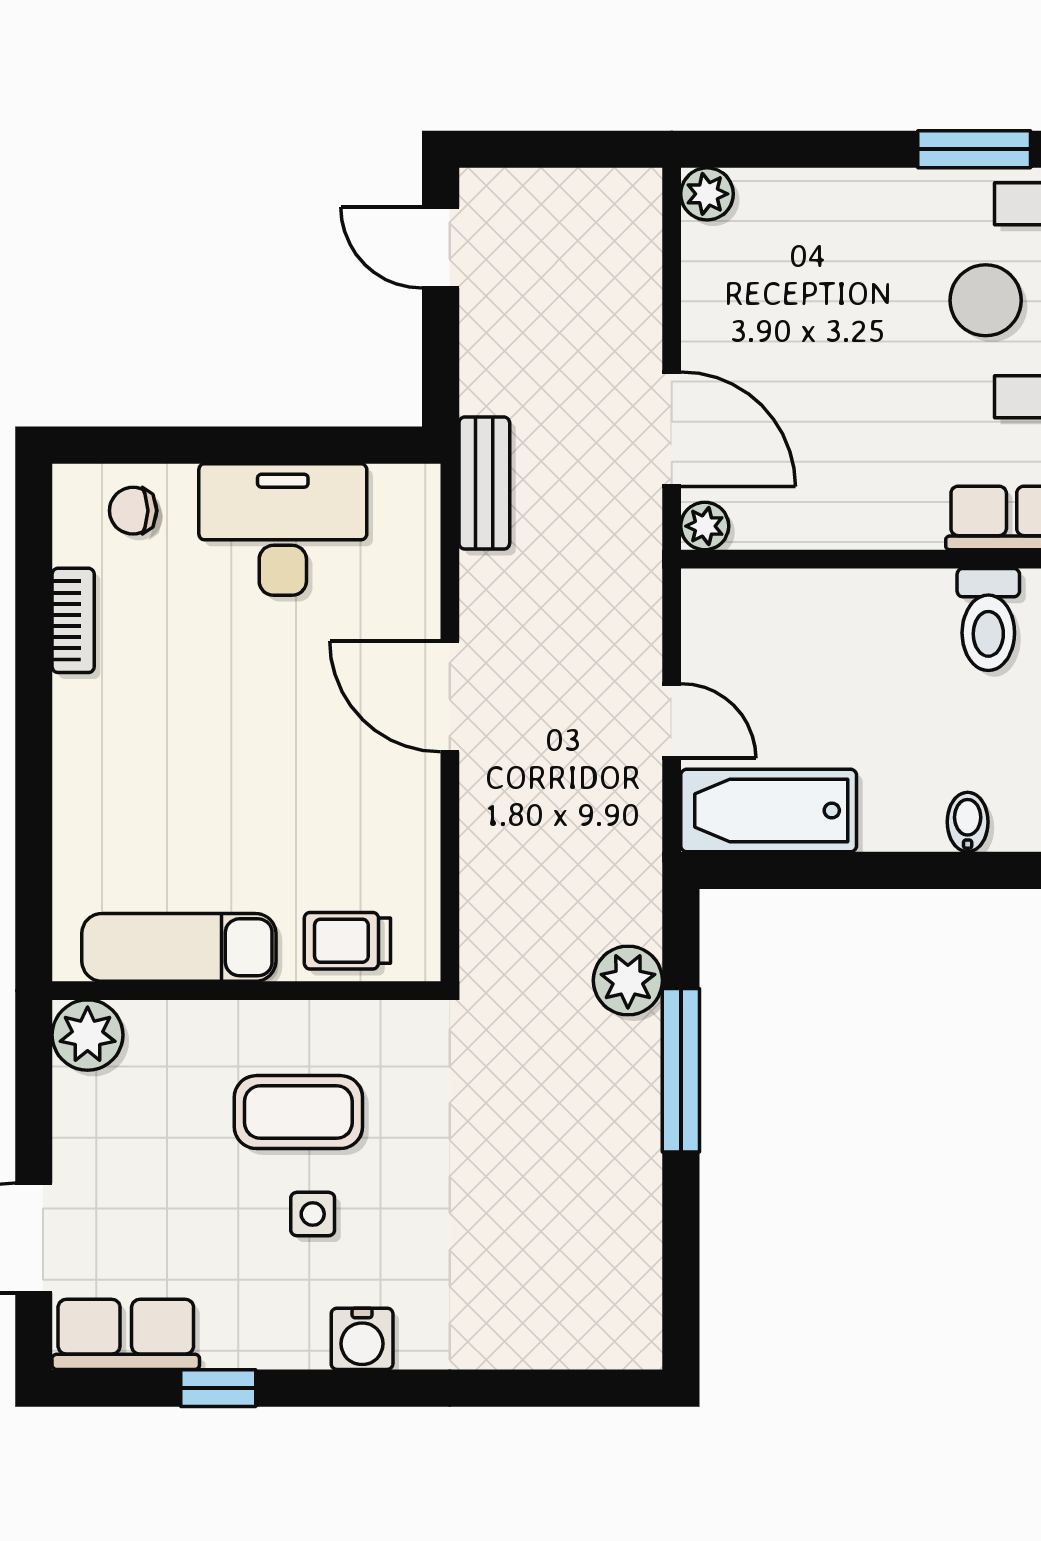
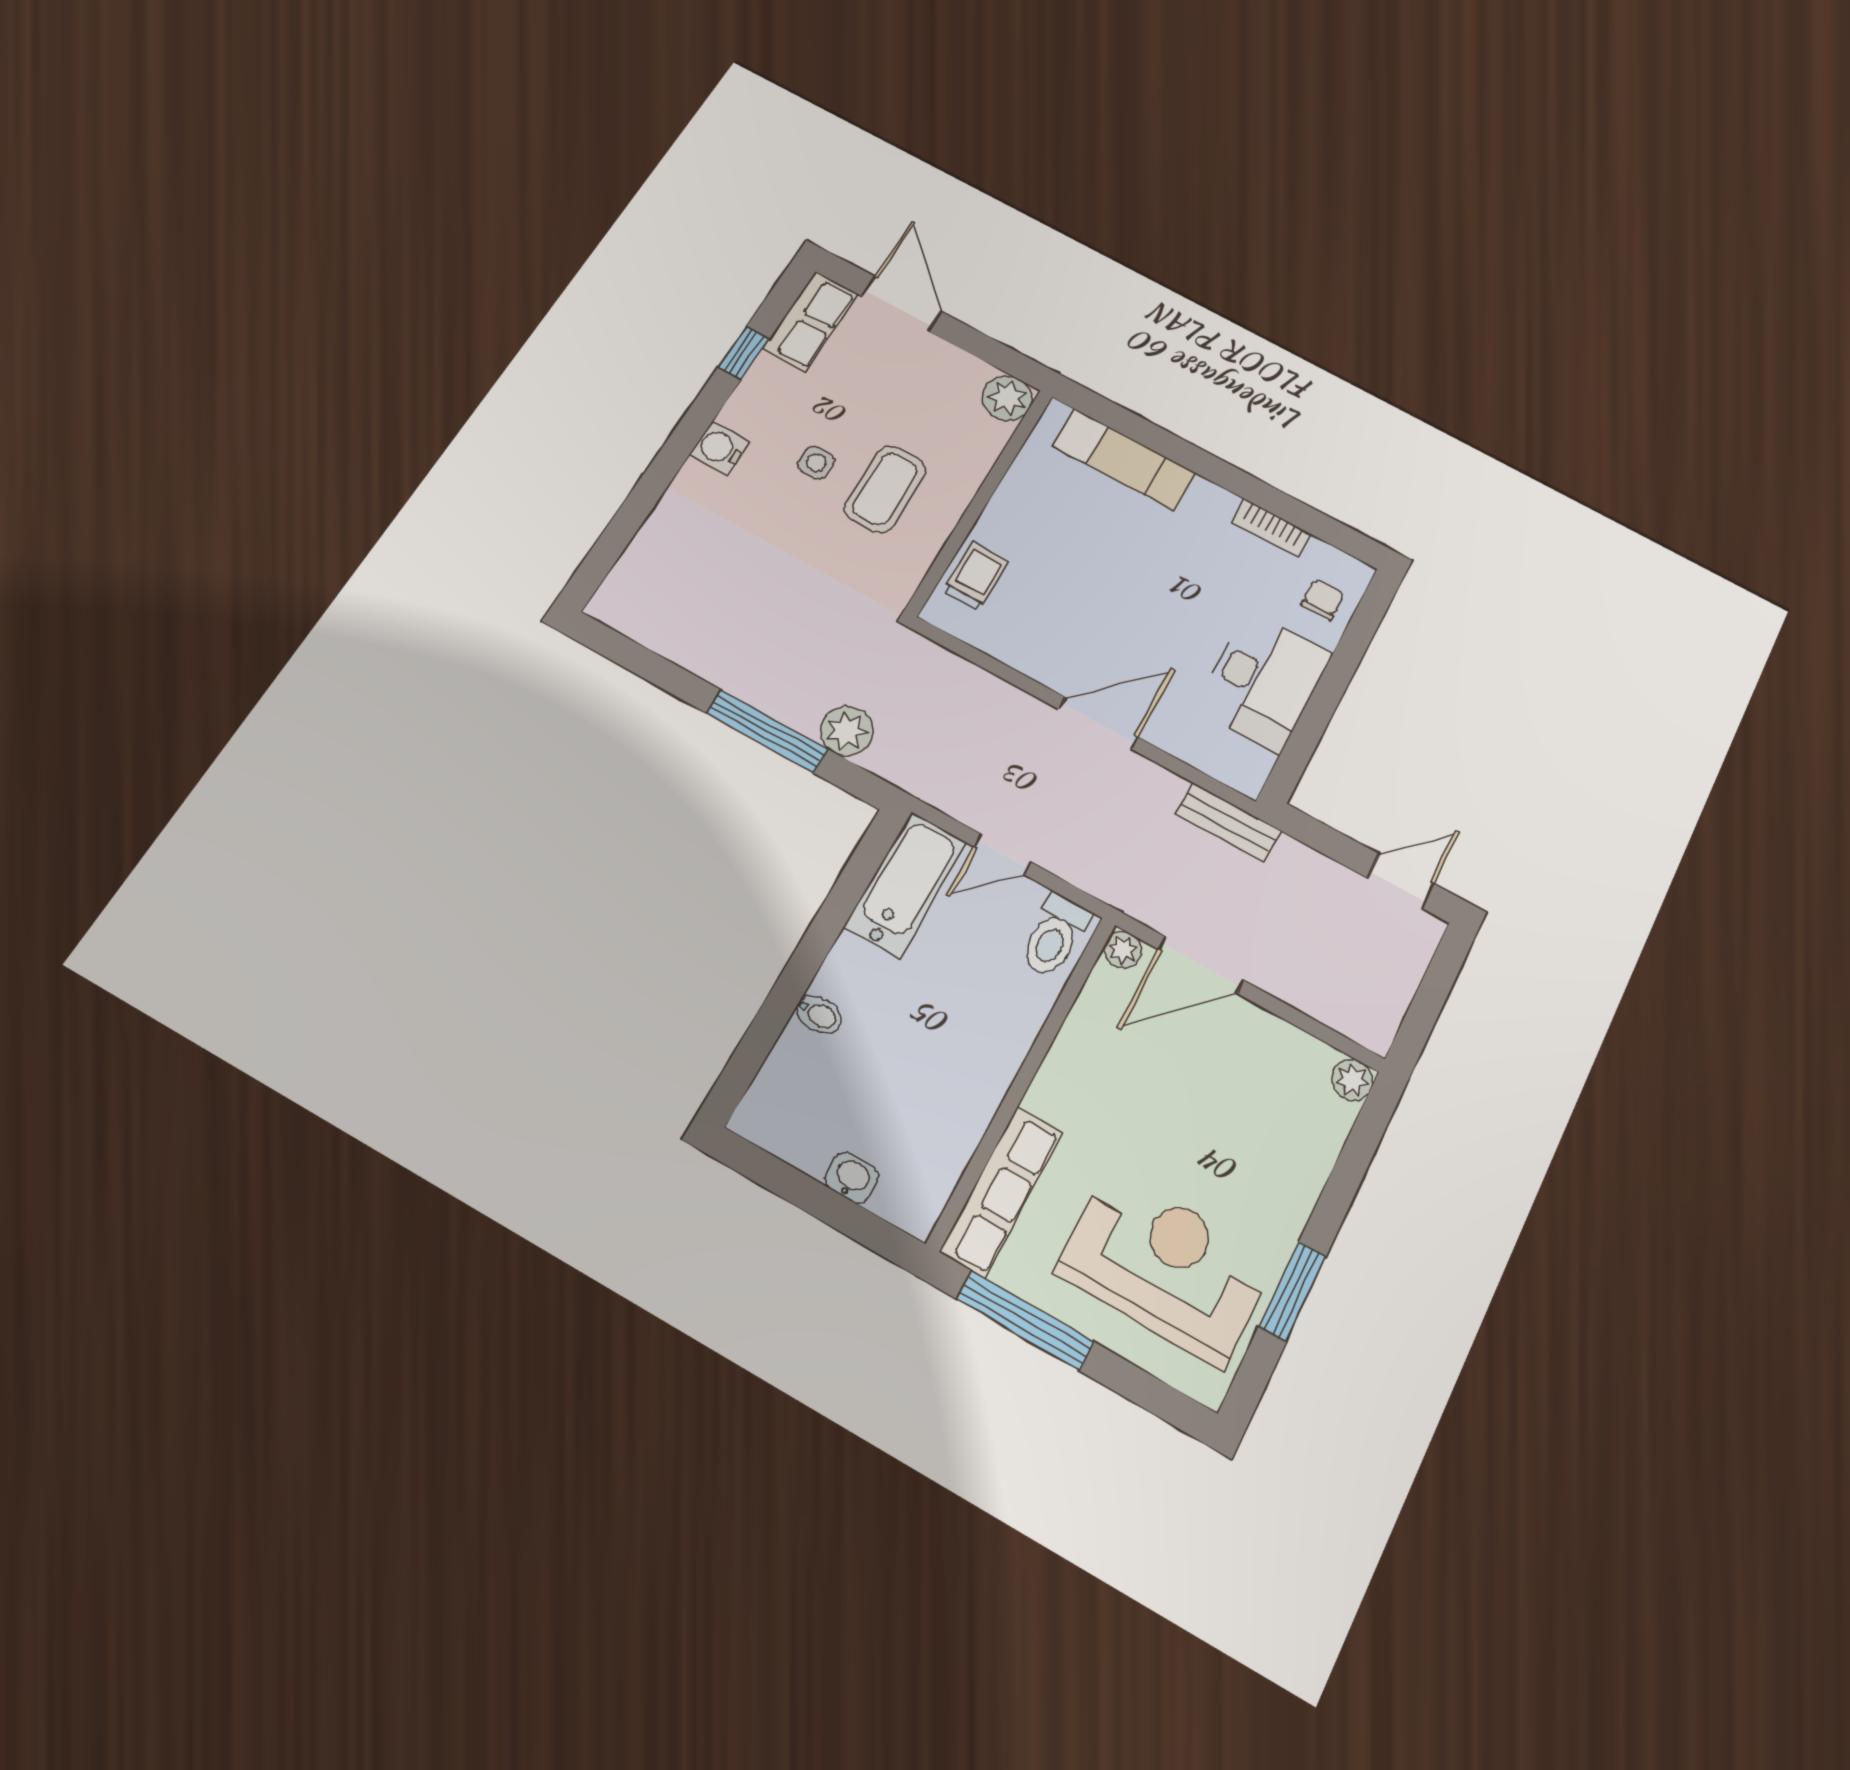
toilet: (988, 619) -> (1055, 936), moved, turned -90
exam couch: (179, 947) -> (1124, 459), moved, turned 90

